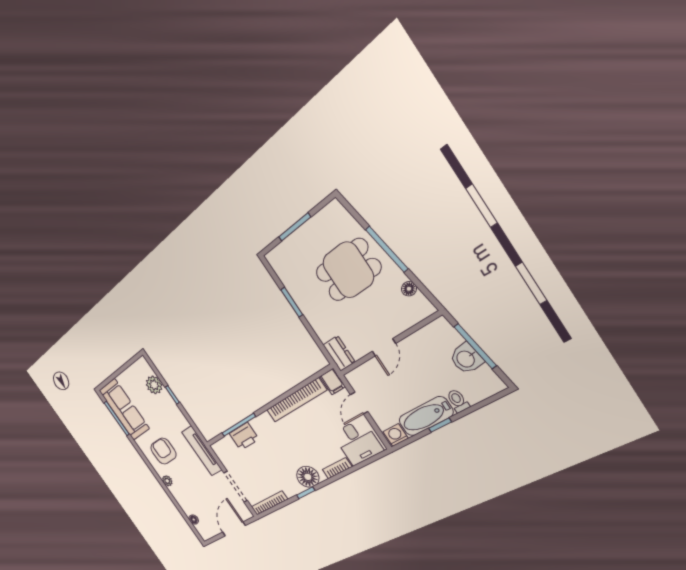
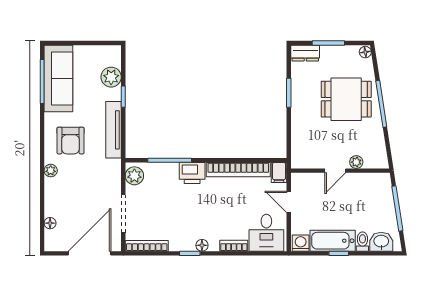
floor lamp: (409, 289) -> (365, 52), moved
plant: (399, 326) -> (356, 162), added
dresser: (339, 353) -> (305, 53), moved, turned 90
washbasin: (466, 359) -> (381, 242), moved, turned 99
door: (359, 403) -> (289, 202), hinge flipped
printer: (244, 436) -> (192, 173), moved
armchair: (163, 451) -> (70, 141), turned 180
tv unit: (202, 451) -> (113, 130), moved
plant: (223, 453) -> (134, 176), added
floor lamp: (308, 477) -> (202, 245), width x0.53, depth x0.53
door: (234, 529) -> (89, 253), width x1.36

